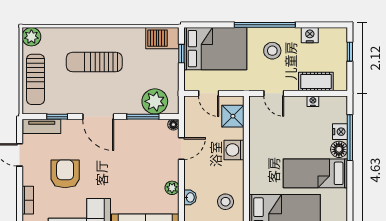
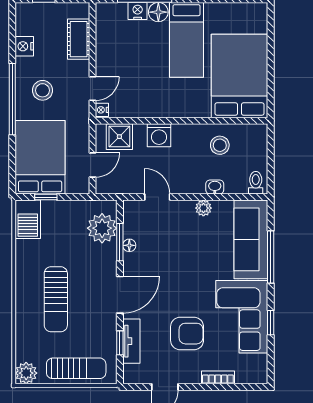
nightstand: (313, 101) -> (102, 110), moved
floor lamp: (173, 125) -> (129, 245), moved
tv unit: (42, 126) -> (131, 341), moved
armchair: (65, 174) -> (187, 334), turned 180

